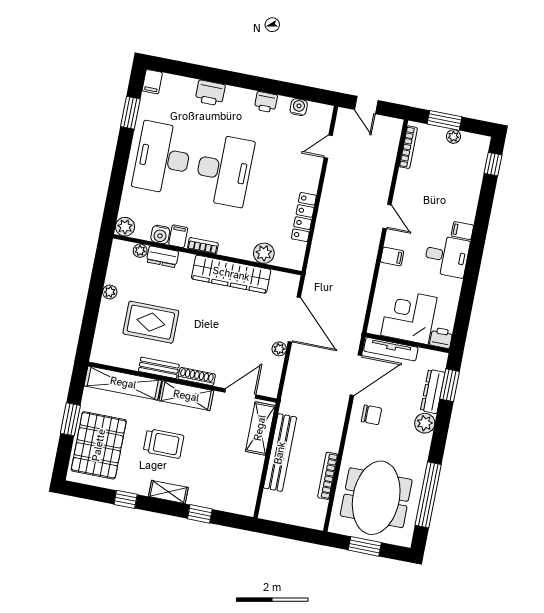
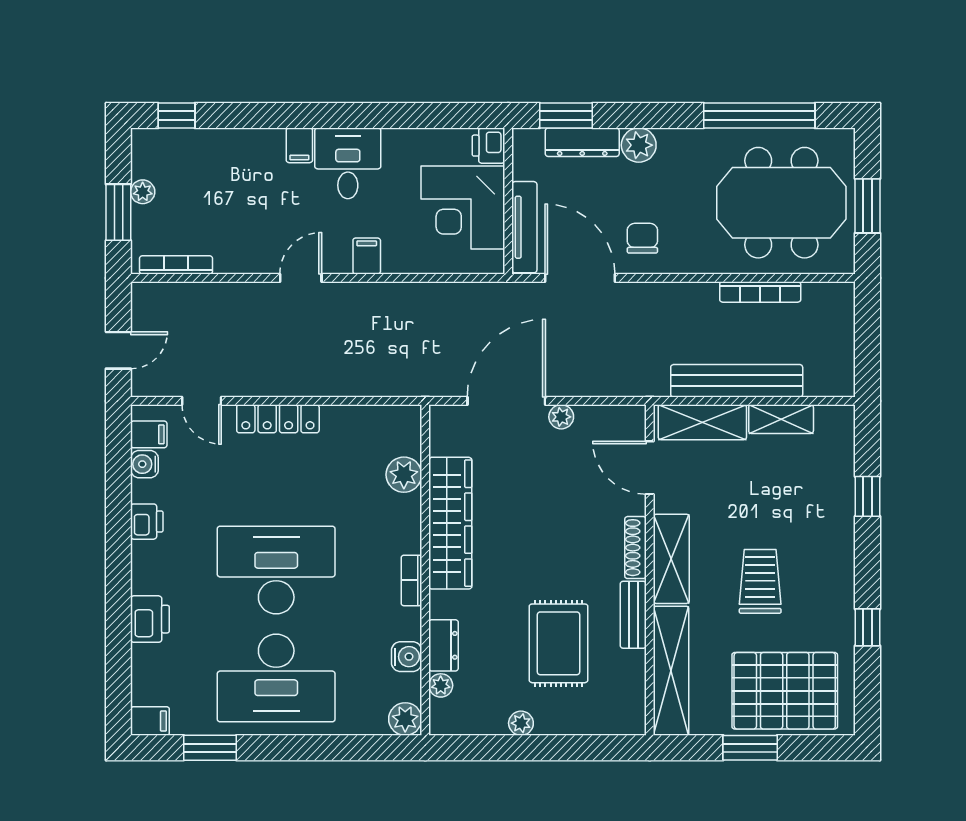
locker: (304, 217) -> (278, 419), moved
filing cabinet: (178, 236) -> (149, 434), moved, turned 180
shelving: (168, 492) -> (781, 419), moved, turned 90

